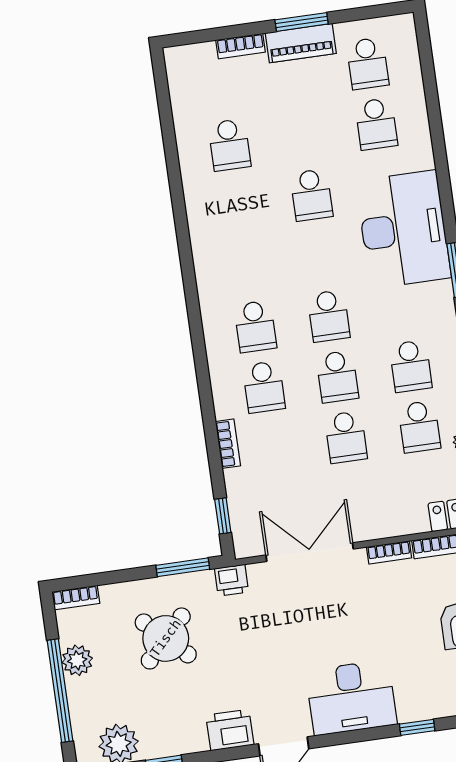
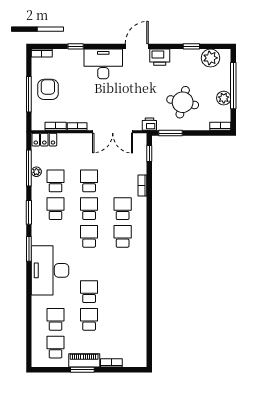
school desk: (229, 145) -> (89, 319), moved
round table: (166, 638) -> (183, 102), turned -31

